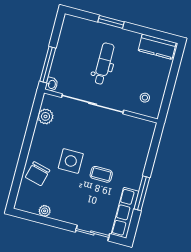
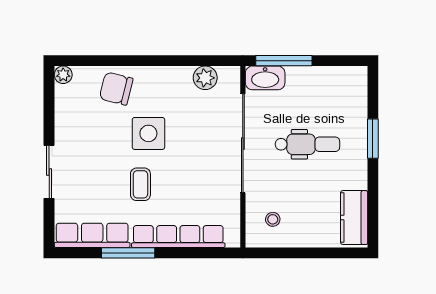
washbasin: (52, 84) -> (265, 78), width x1.91, depth x1.45
row of seats: (140, 159) -> (178, 237), added
plant: (45, 211) -> (63, 75), moved
sliding door: (92, 233) -> (49, 172), moved

